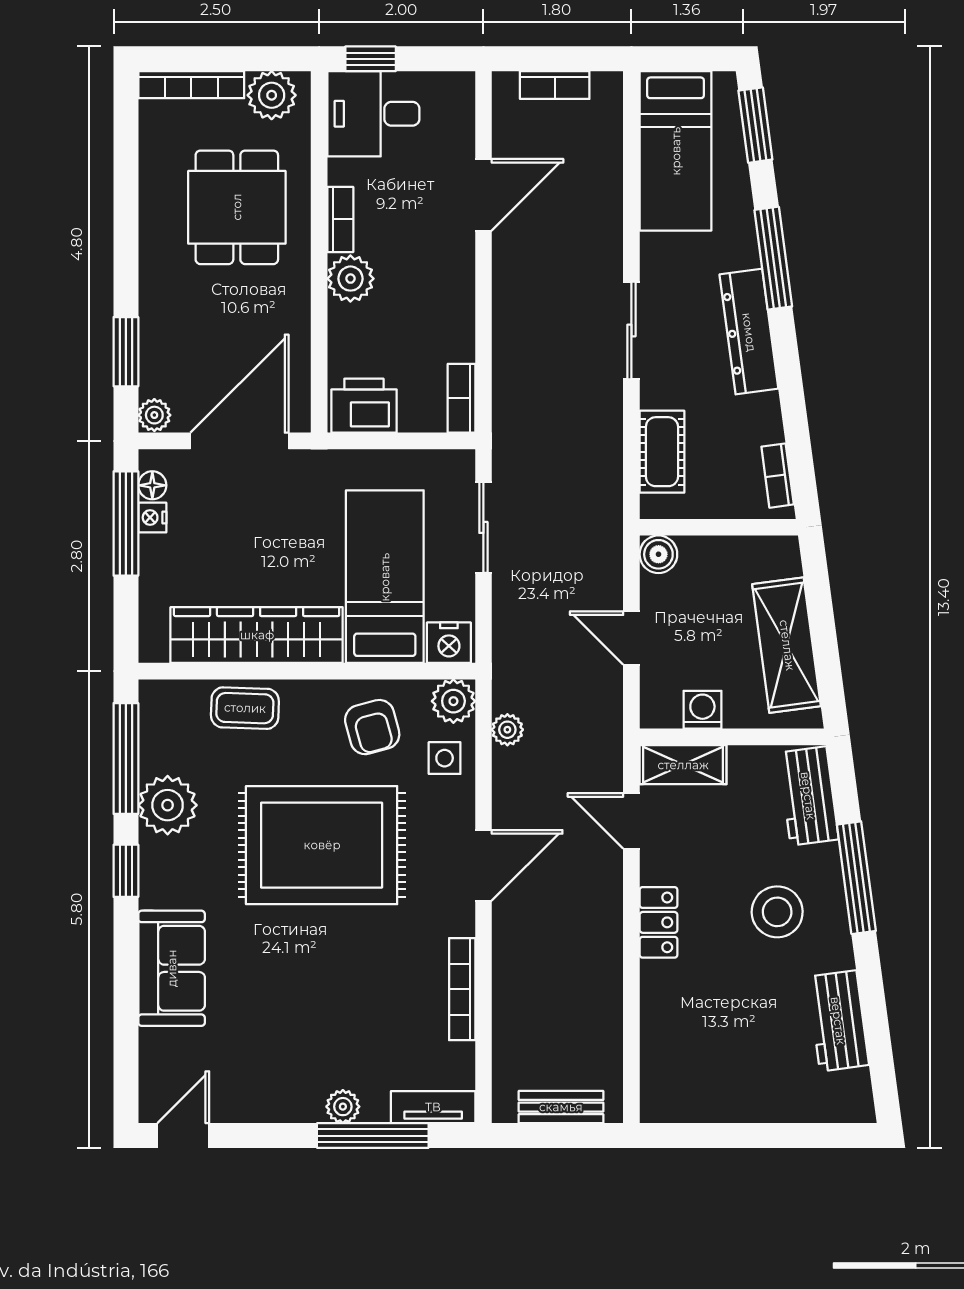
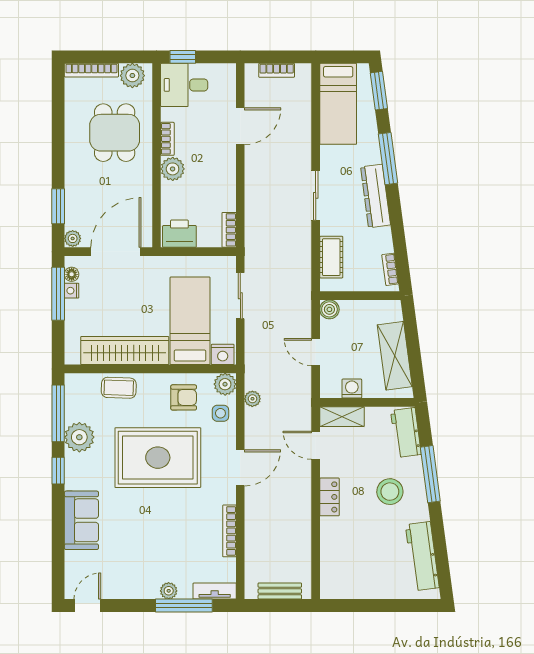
armchair: (372, 727) -> (184, 397), turned -75
workbench: (838, 1021) -> (422, 556), width x1.38

